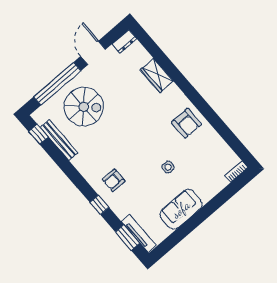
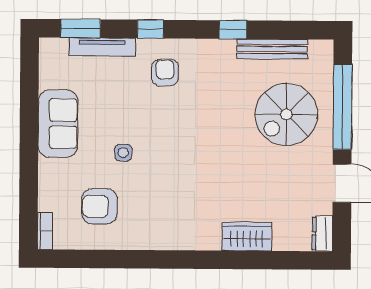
armchair: (186, 123) -> (100, 206), moved
window: (38, 134) -> (233, 30), moved
tv unit: (139, 233) -> (102, 47), moved

